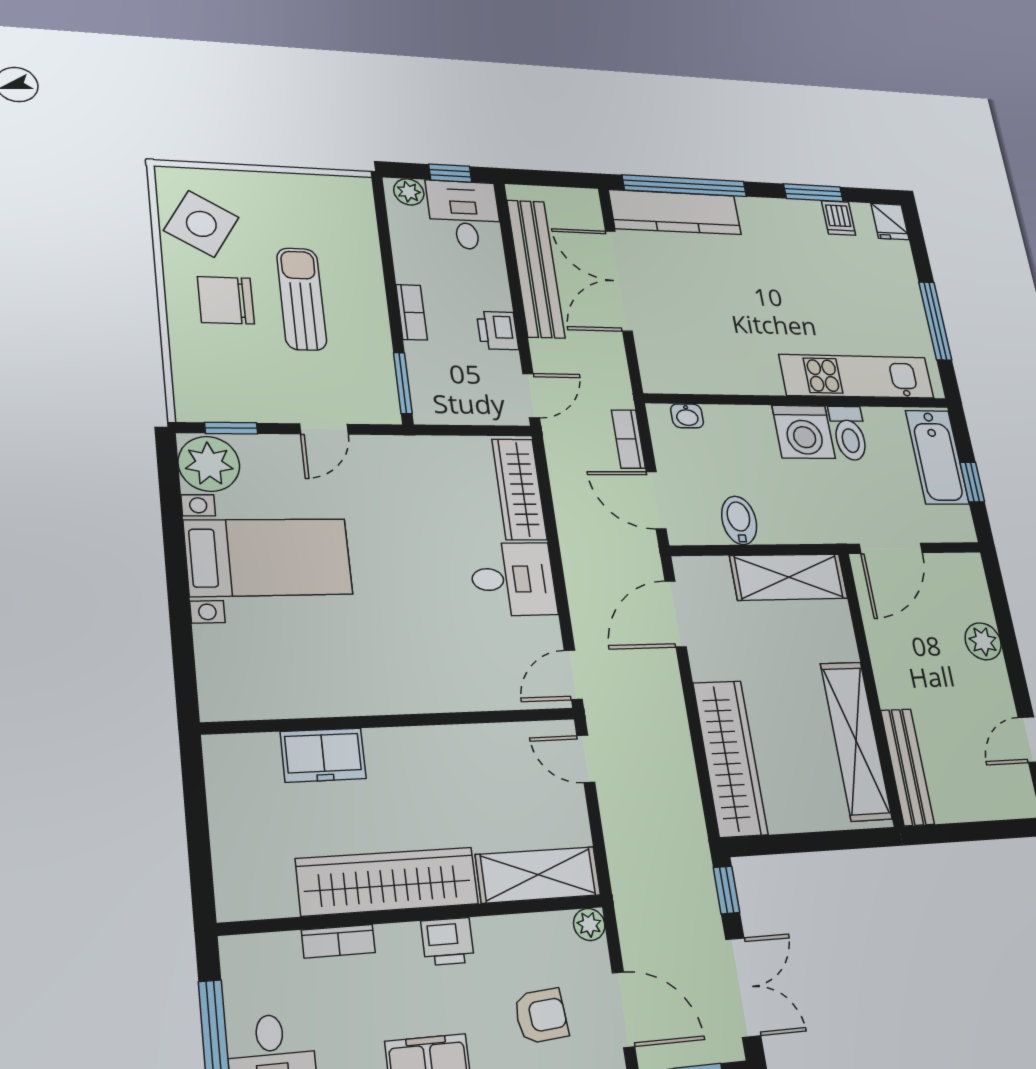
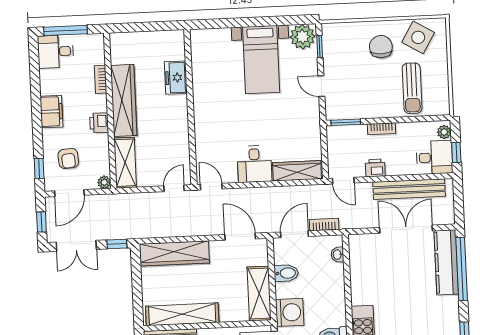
sun lounger: (302, 299) -> (412, 88), moved, turned 90
washing machine: (804, 432) -> (290, 312), moved, turned 180

